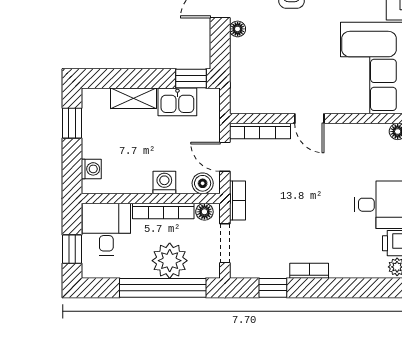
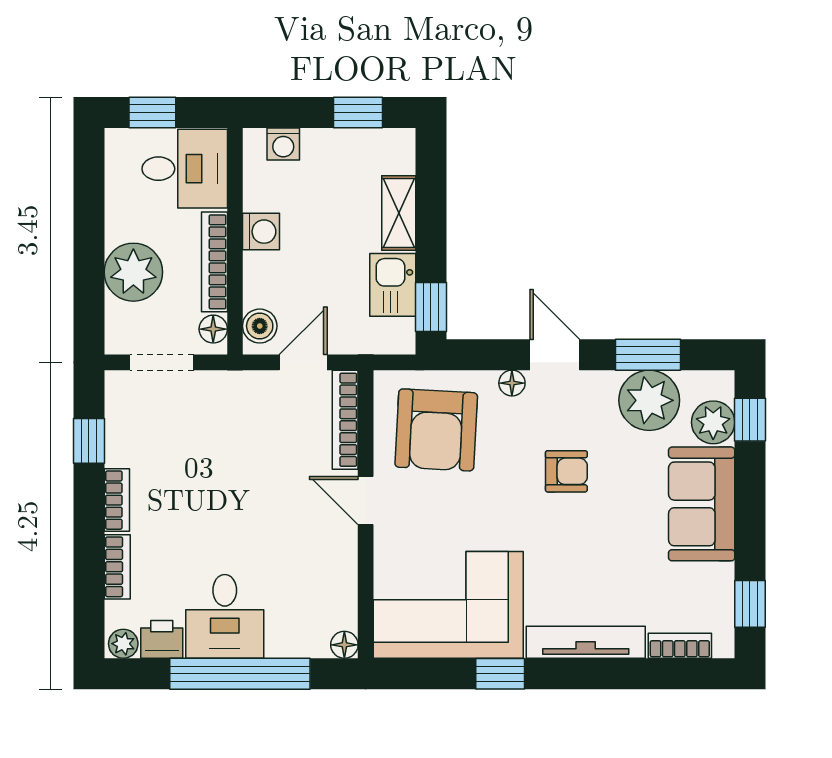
armchair: (266, 75) -> (436, 430), added
door: (309, 118) -> (366, 500), hinge flipped
washing machine: (164, 183) -> (261, 232), moved
bookcase: (237, 200) -> (117, 567), moved, turned -90
window: (163, 288) -> (89, 261), removed

